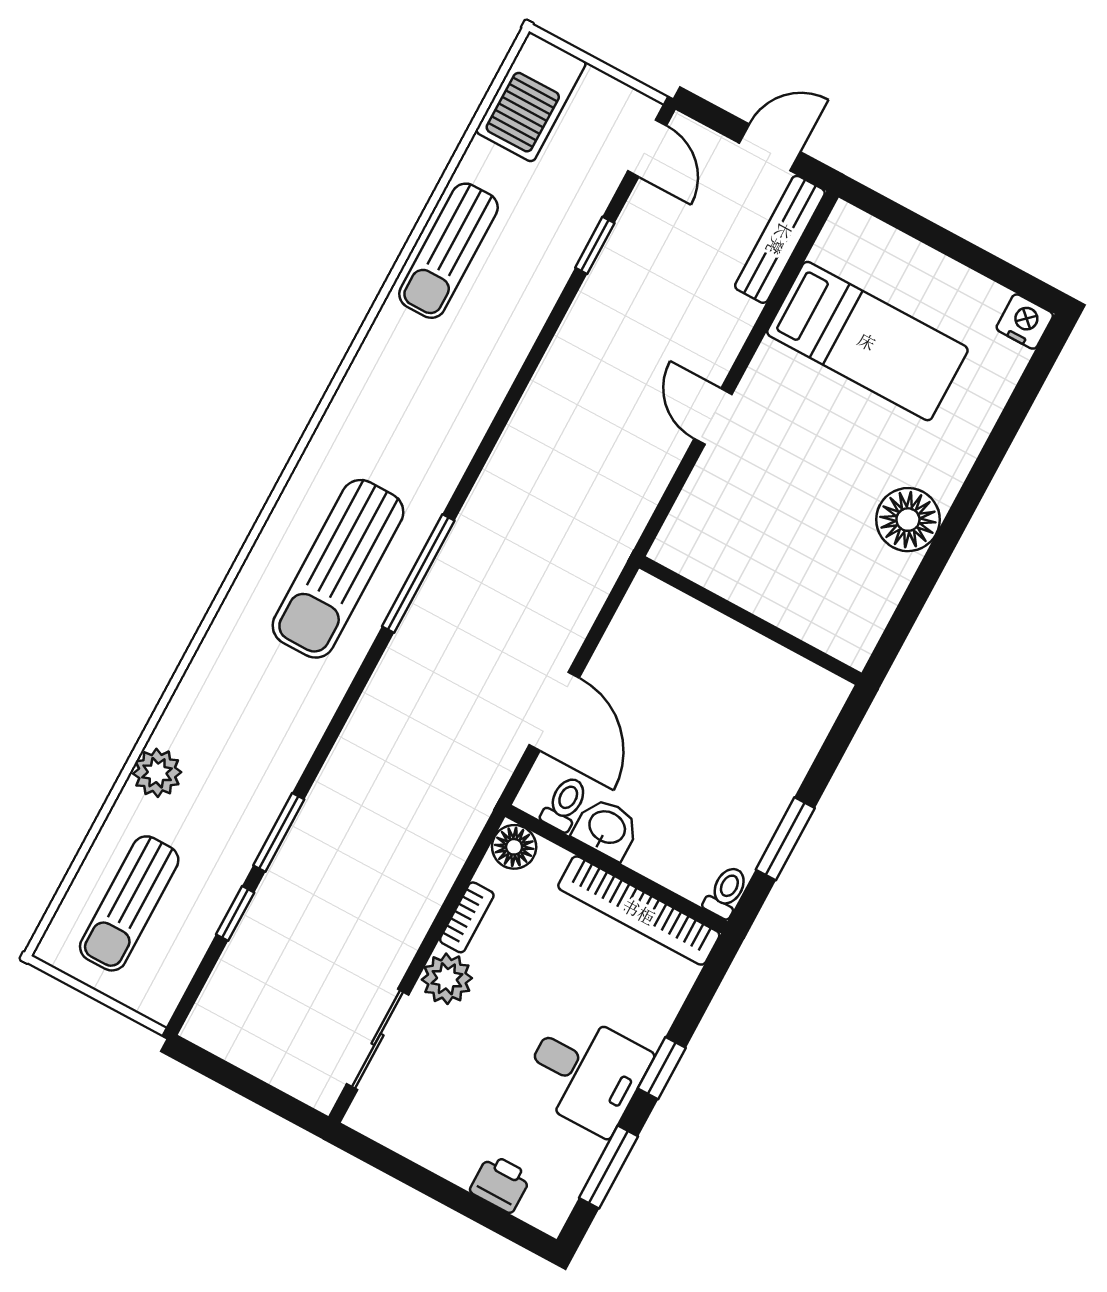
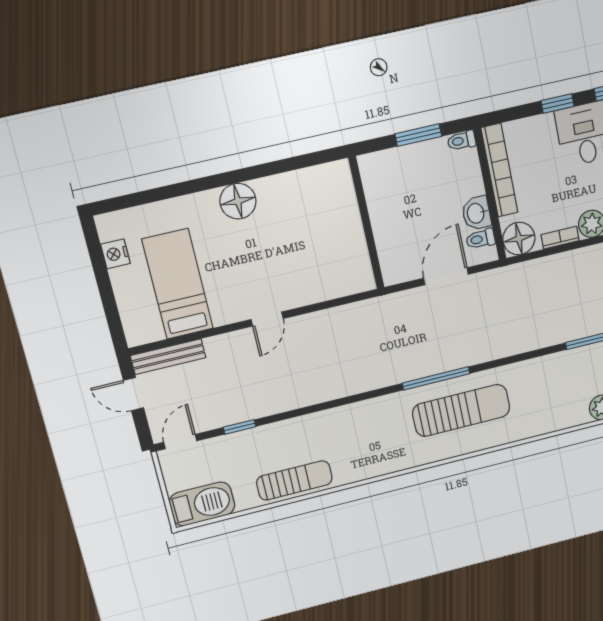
nightstand: (1025, 322) -> (115, 254), moved
wall: (750, 621) -> (366, 223), moved
floor lamp: (514, 847) -> (519, 239), width x1.38, depth x1.38

